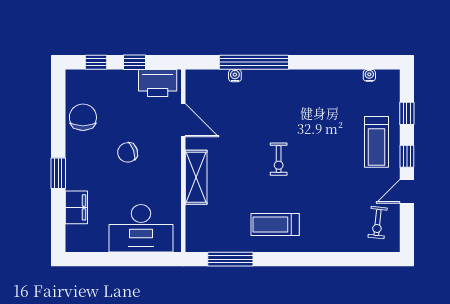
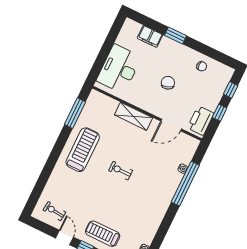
chair: (83, 117) -> (202, 66), width x0.54, depth x0.54
treadmill: (275, 225) -> (83, 150), width x1.37, depth x1.38

